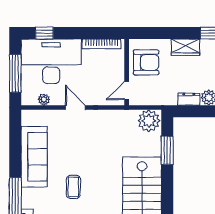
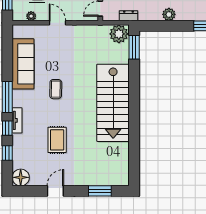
dresser: (189, 99) -> (128, 16), moved
window: (167, 150) -> (134, 47), moved

